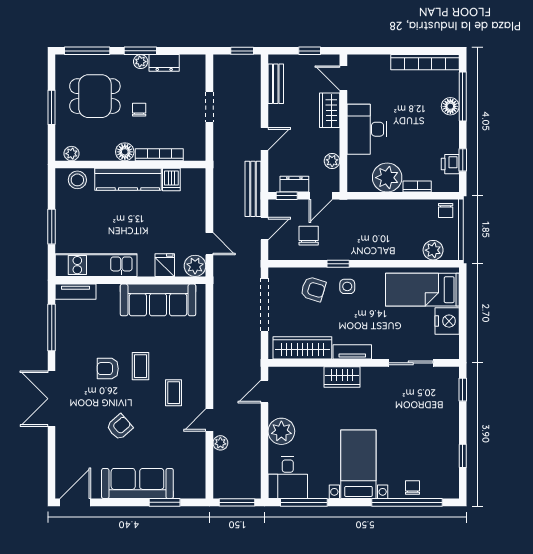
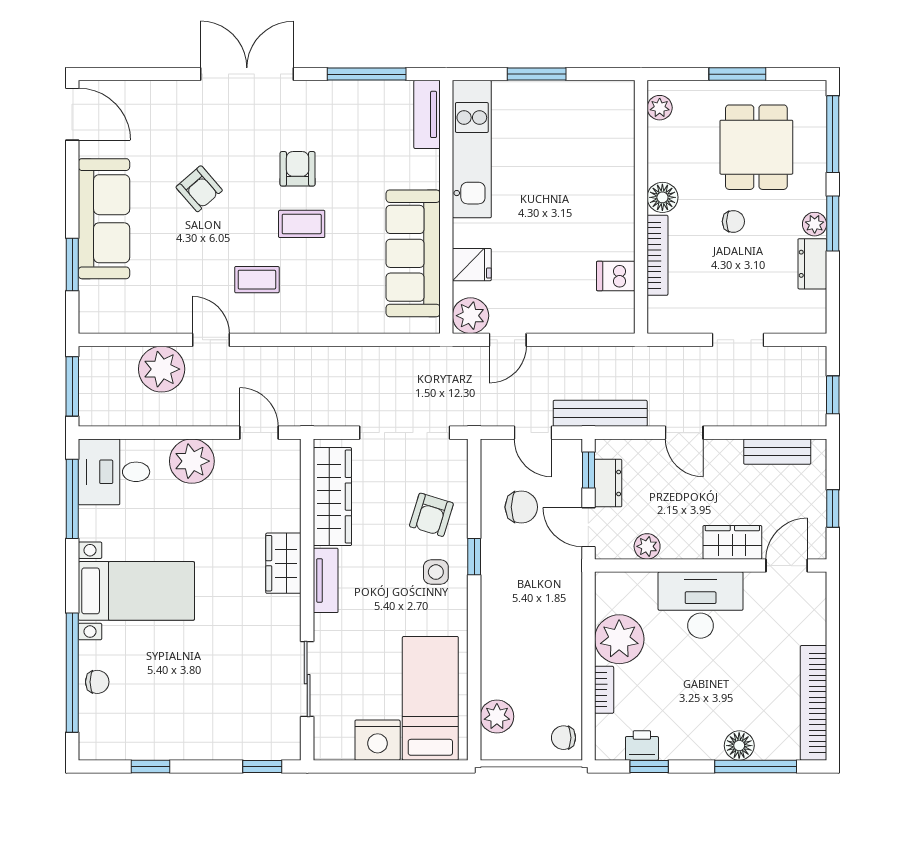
kitchen counter: (128, 179) -> (616, 203), removed
stool: (77, 180) -> (615, 118), removed
plant: (220, 443) -> (162, 369), width x1.87, depth x1.87

